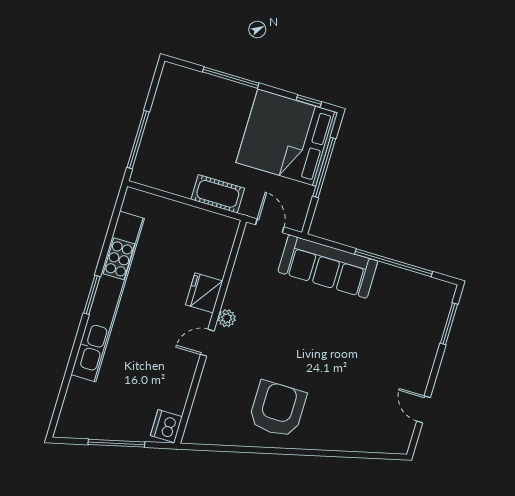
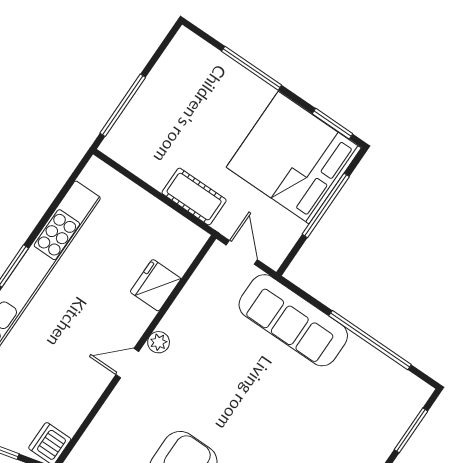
window: (309, 101) -> (333, 124), width x1.50
fridge: (204, 293) -> (156, 285), moved

